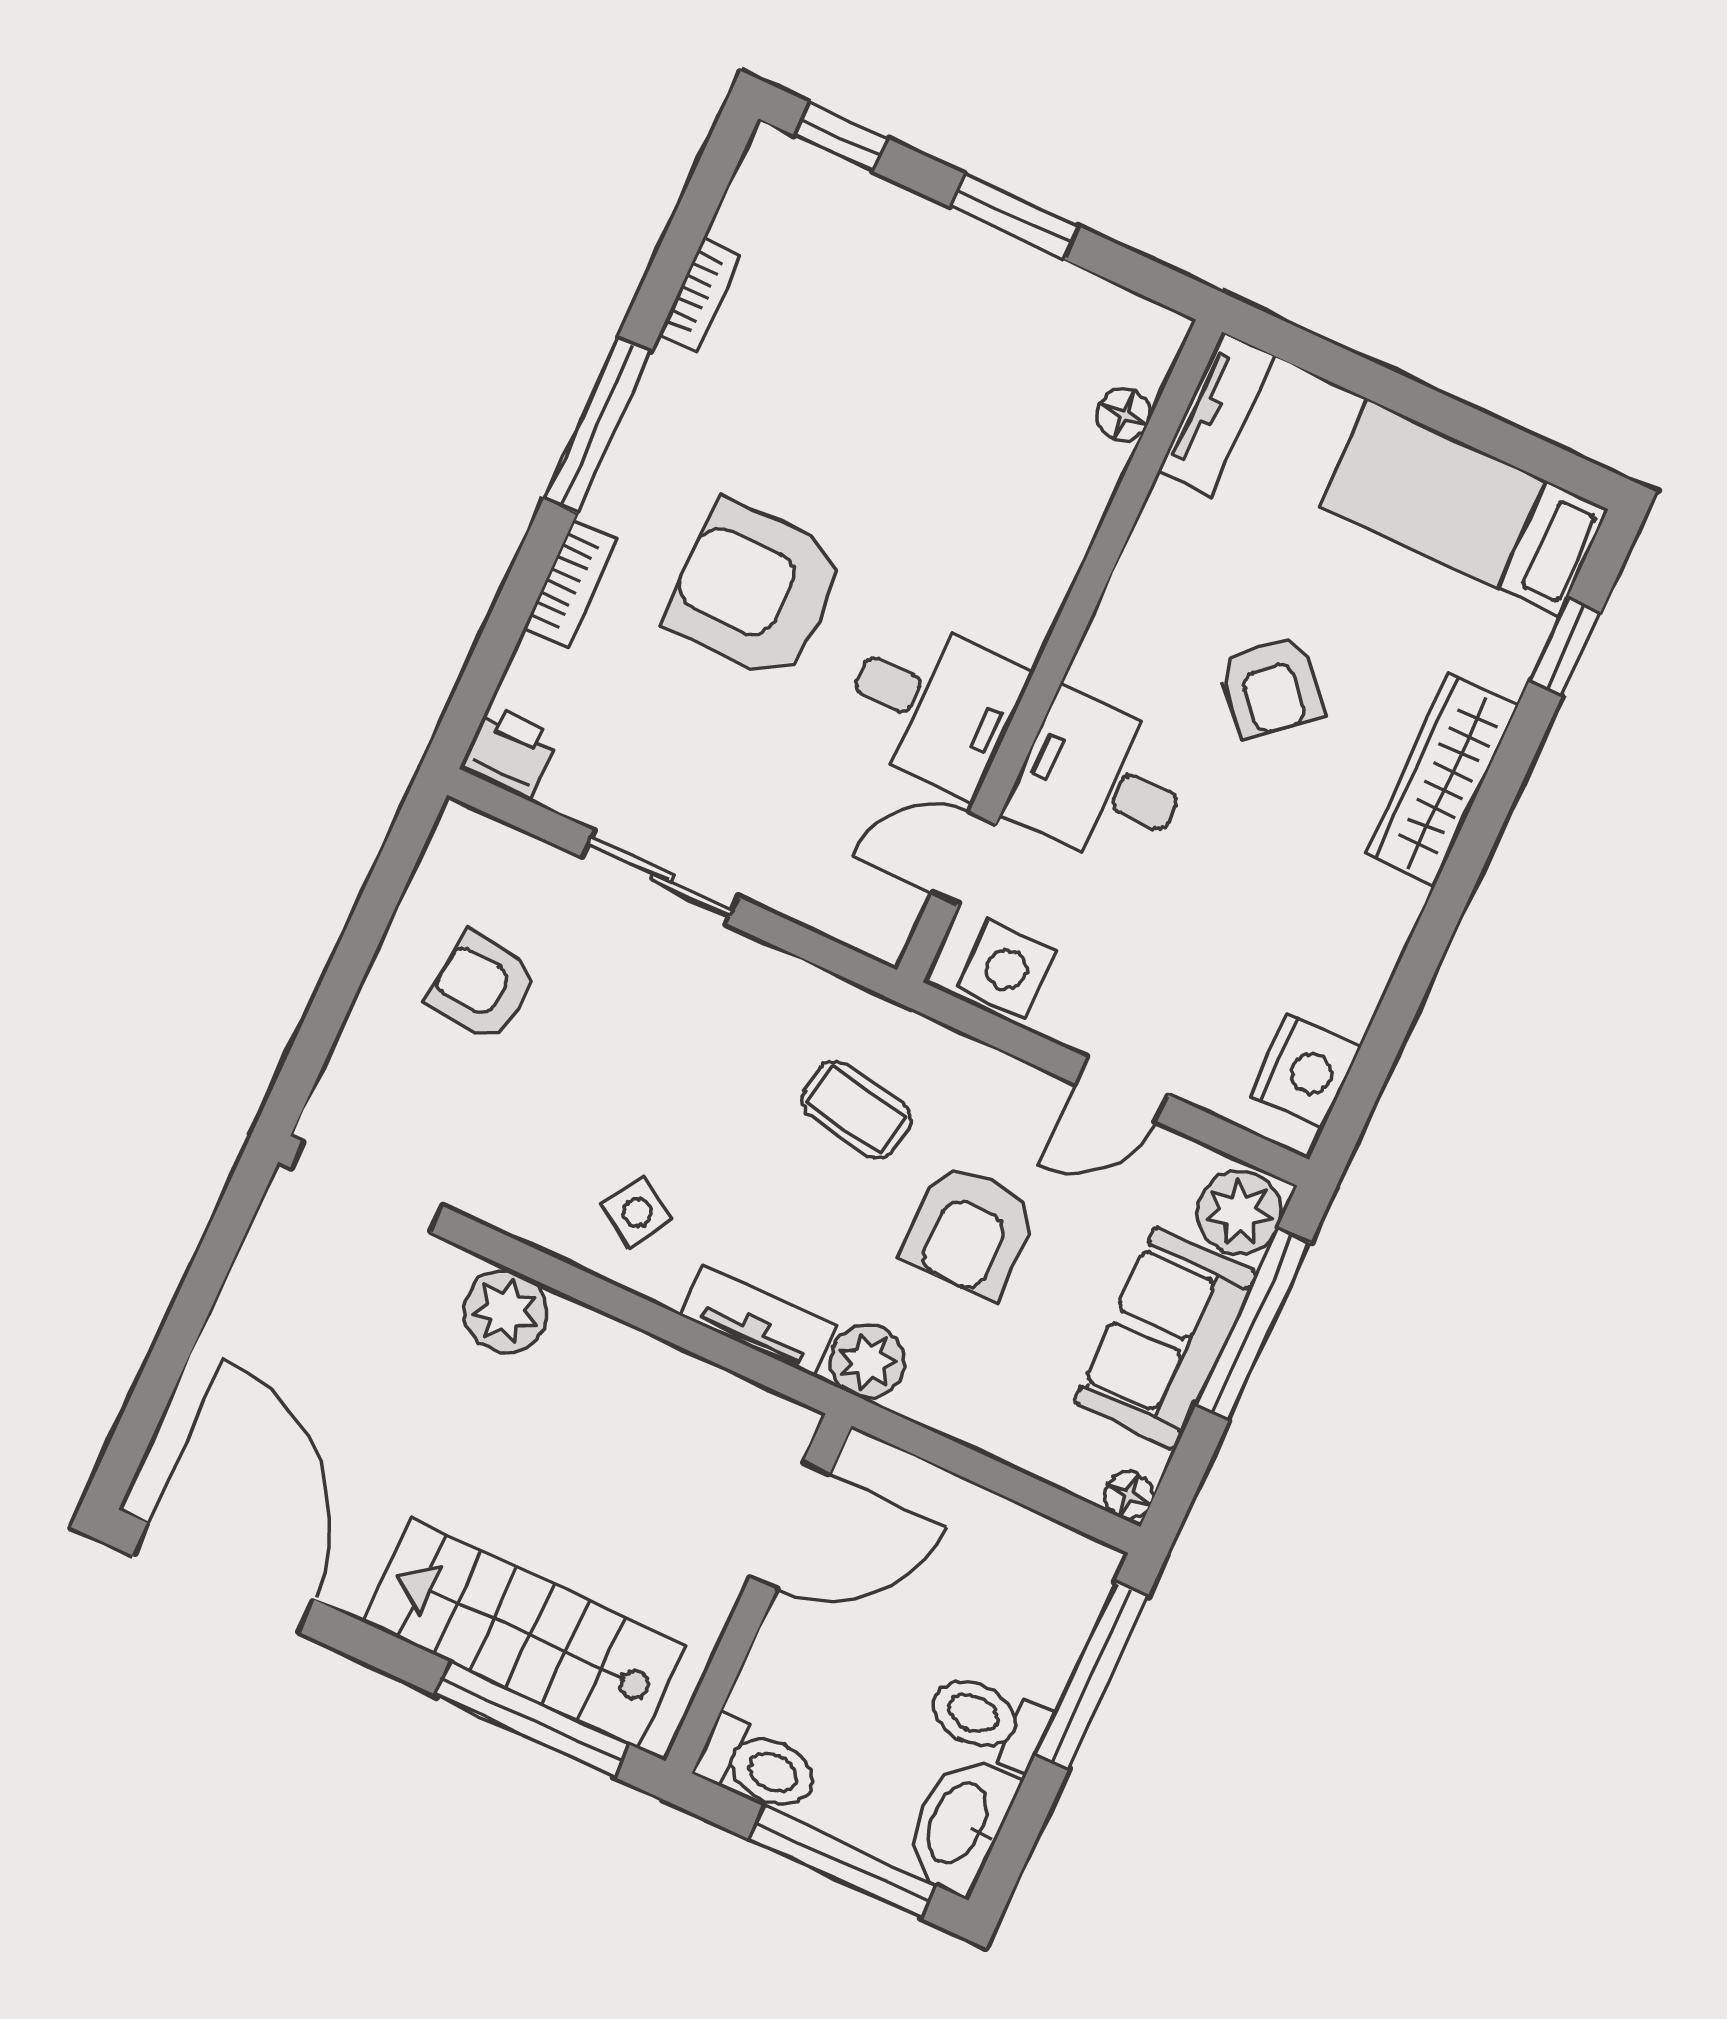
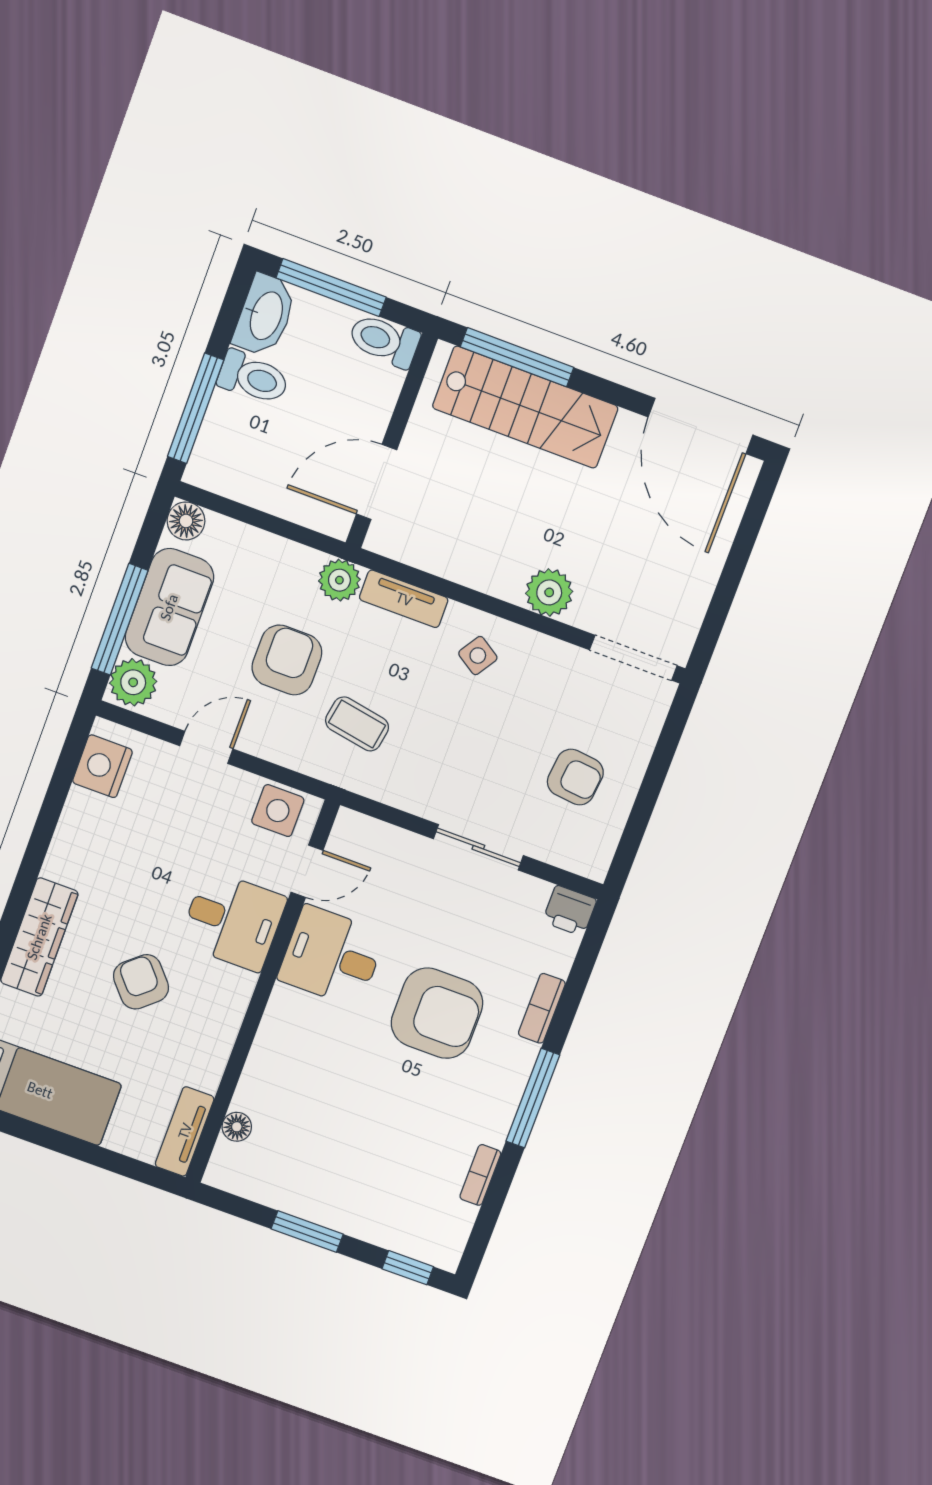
floor lamp: (1129, 1496) -> (186, 521), width x1.37, depth x1.37

